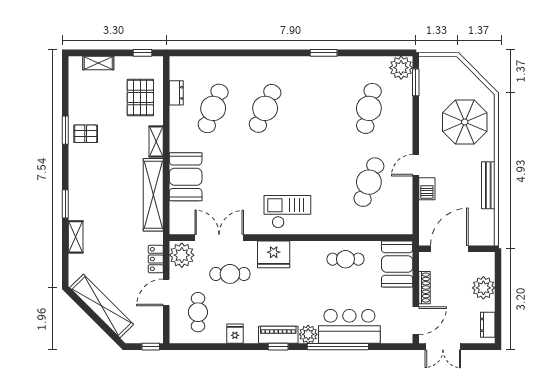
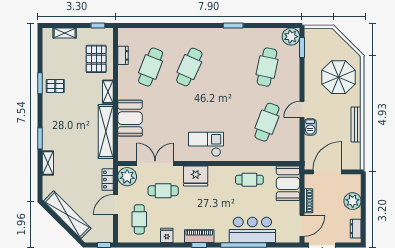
plant: (308, 334) -> (222, 236), removed

